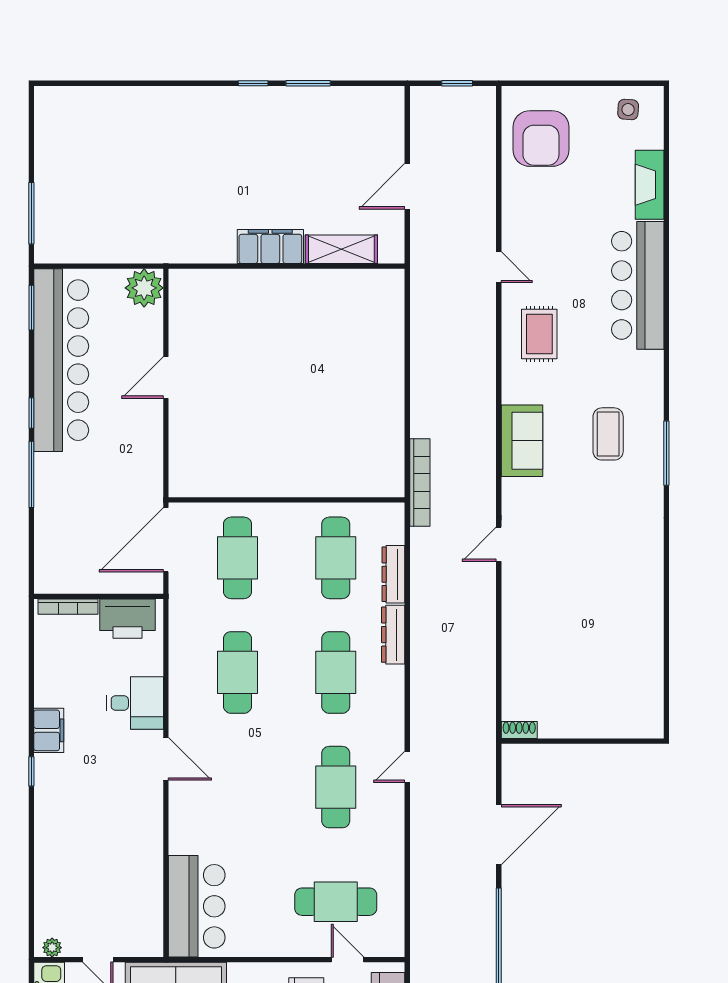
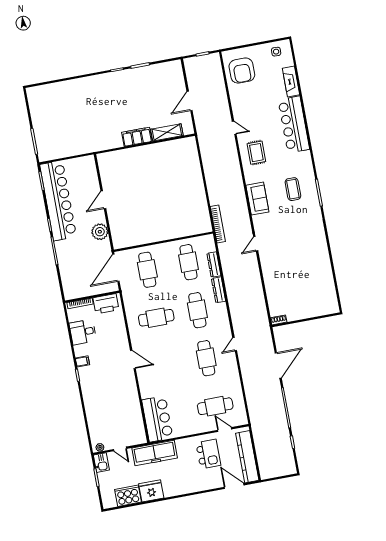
plant: (144, 288) -> (100, 232), moved
cafe table: (237, 672) -> (156, 318), turned 90
desk: (135, 703) -> (83, 332), moved, turned 180
filing cabinet: (49, 730) -> (82, 361), width x0.50

